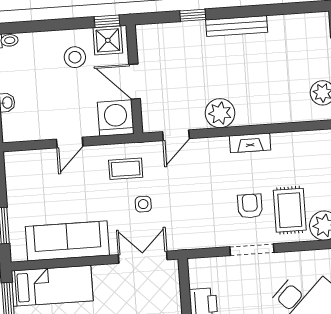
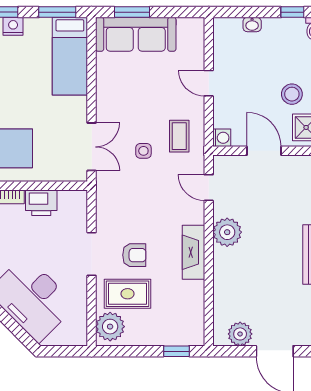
door: (135, 82) -> (264, 151), hinge flipped
washing machine: (116, 118) -> (222, 138), width x0.53, depth x0.53
fireplace: (250, 143) -> (193, 252), width x1.37, depth x1.32
sofa: (67, 241) -> (136, 34), moved, turned 90

